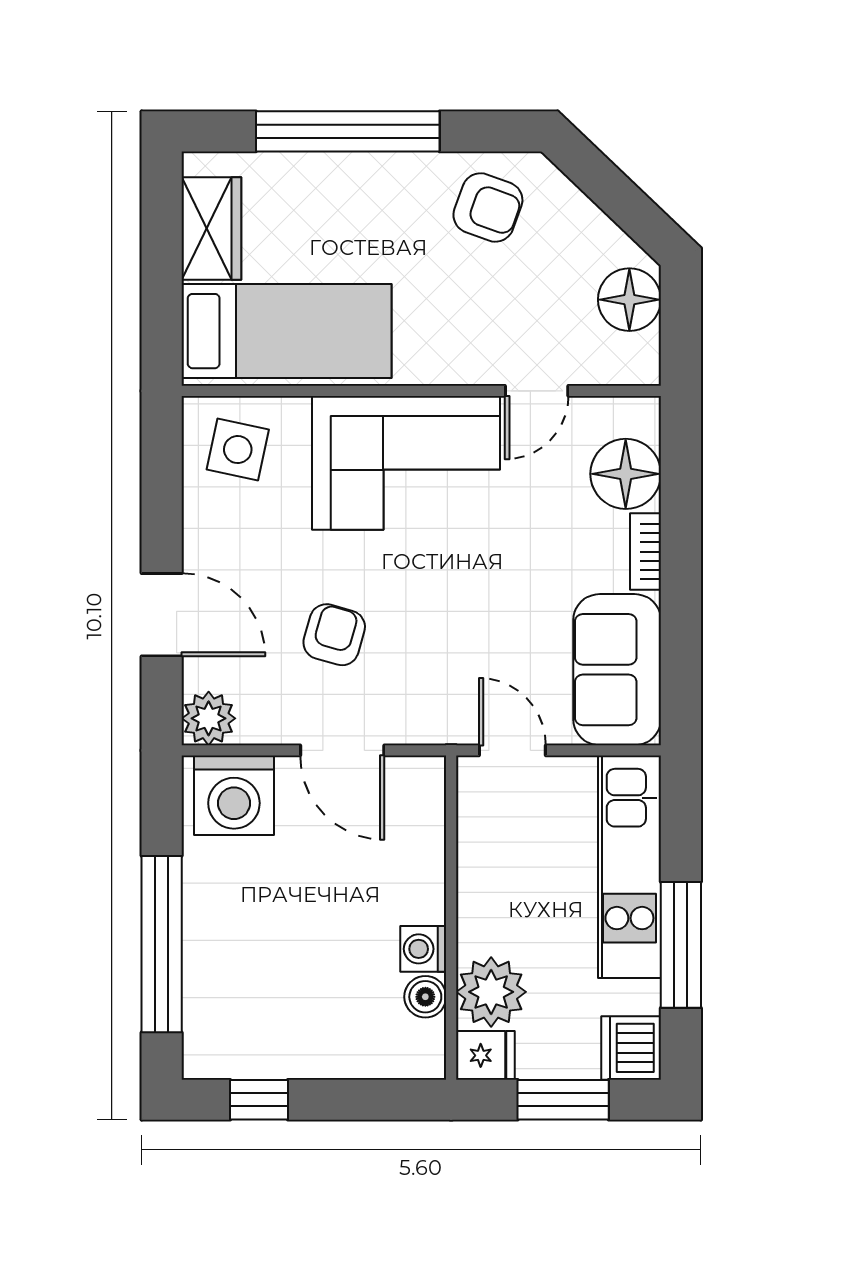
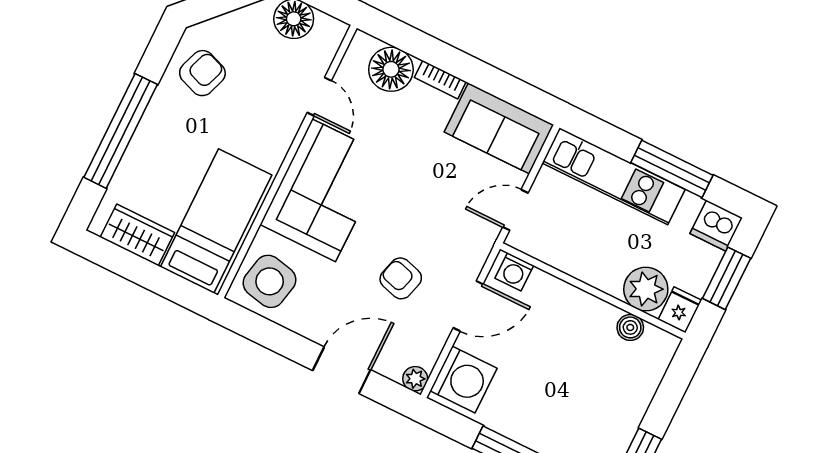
side table: (238, 450) -> (270, 281), width x1.37, depth x1.37
plant: (209, 718) -> (415, 379), width x0.73, depth x0.73
washing machine: (423, 949) -> (514, 272), moved

